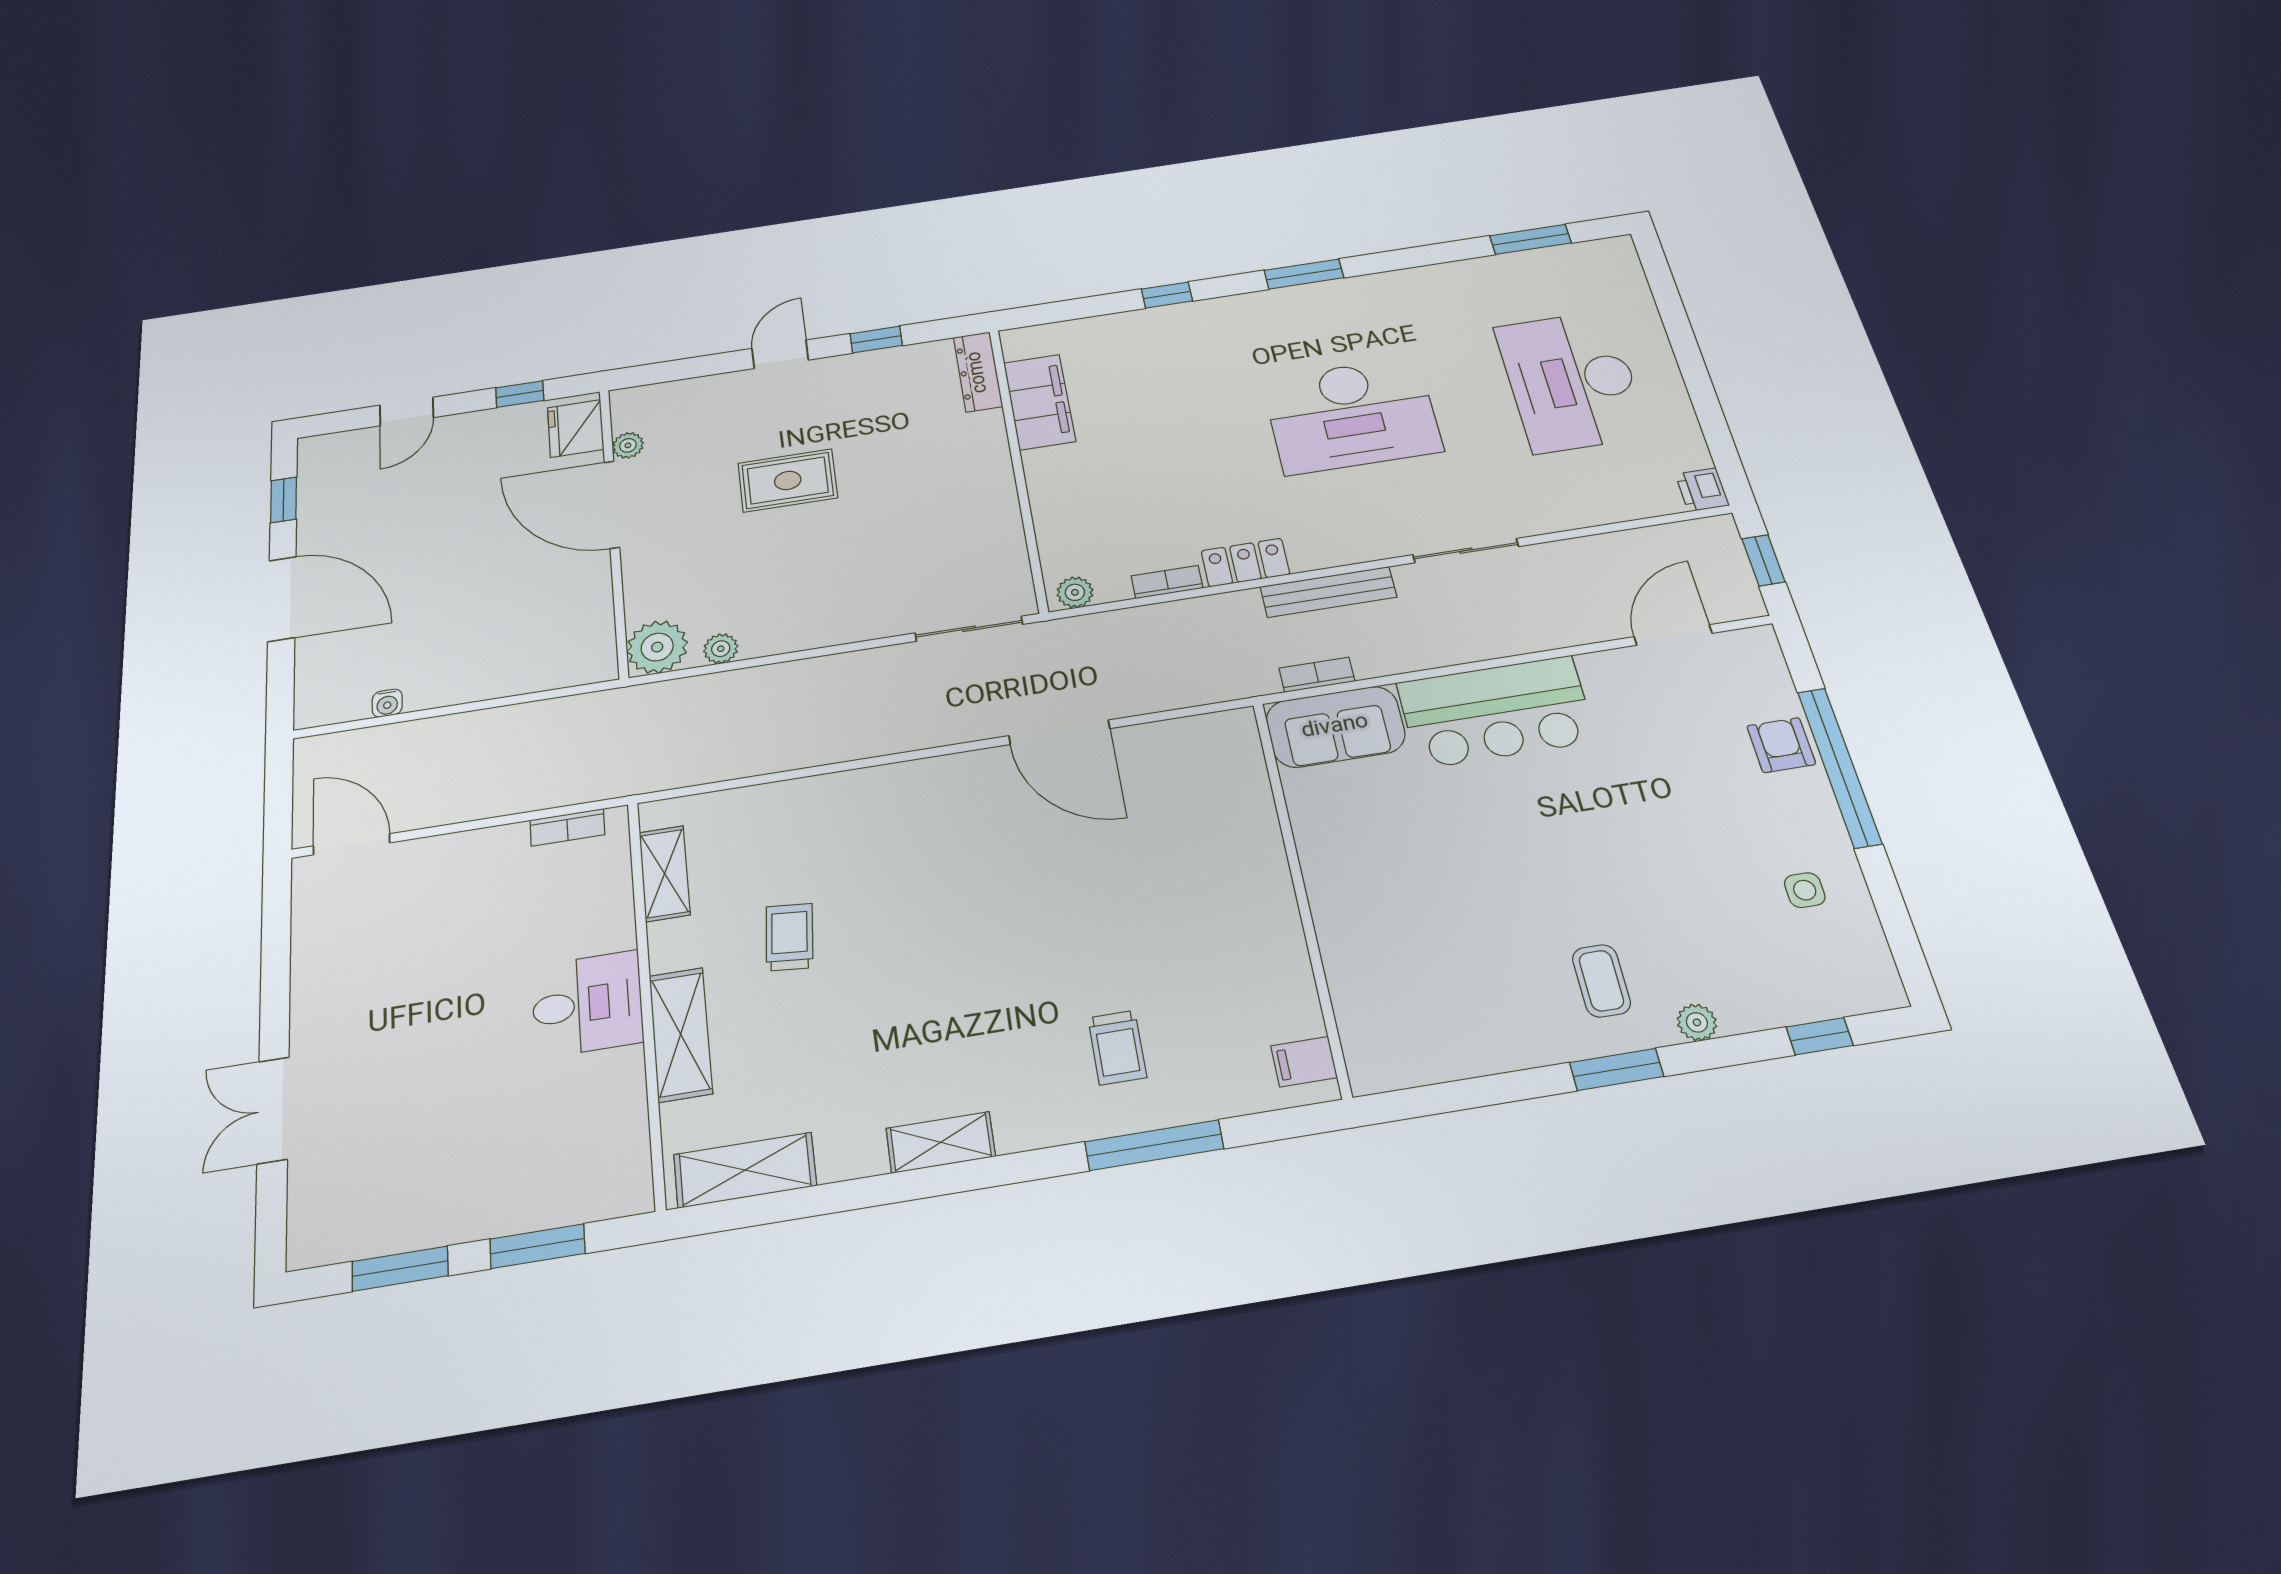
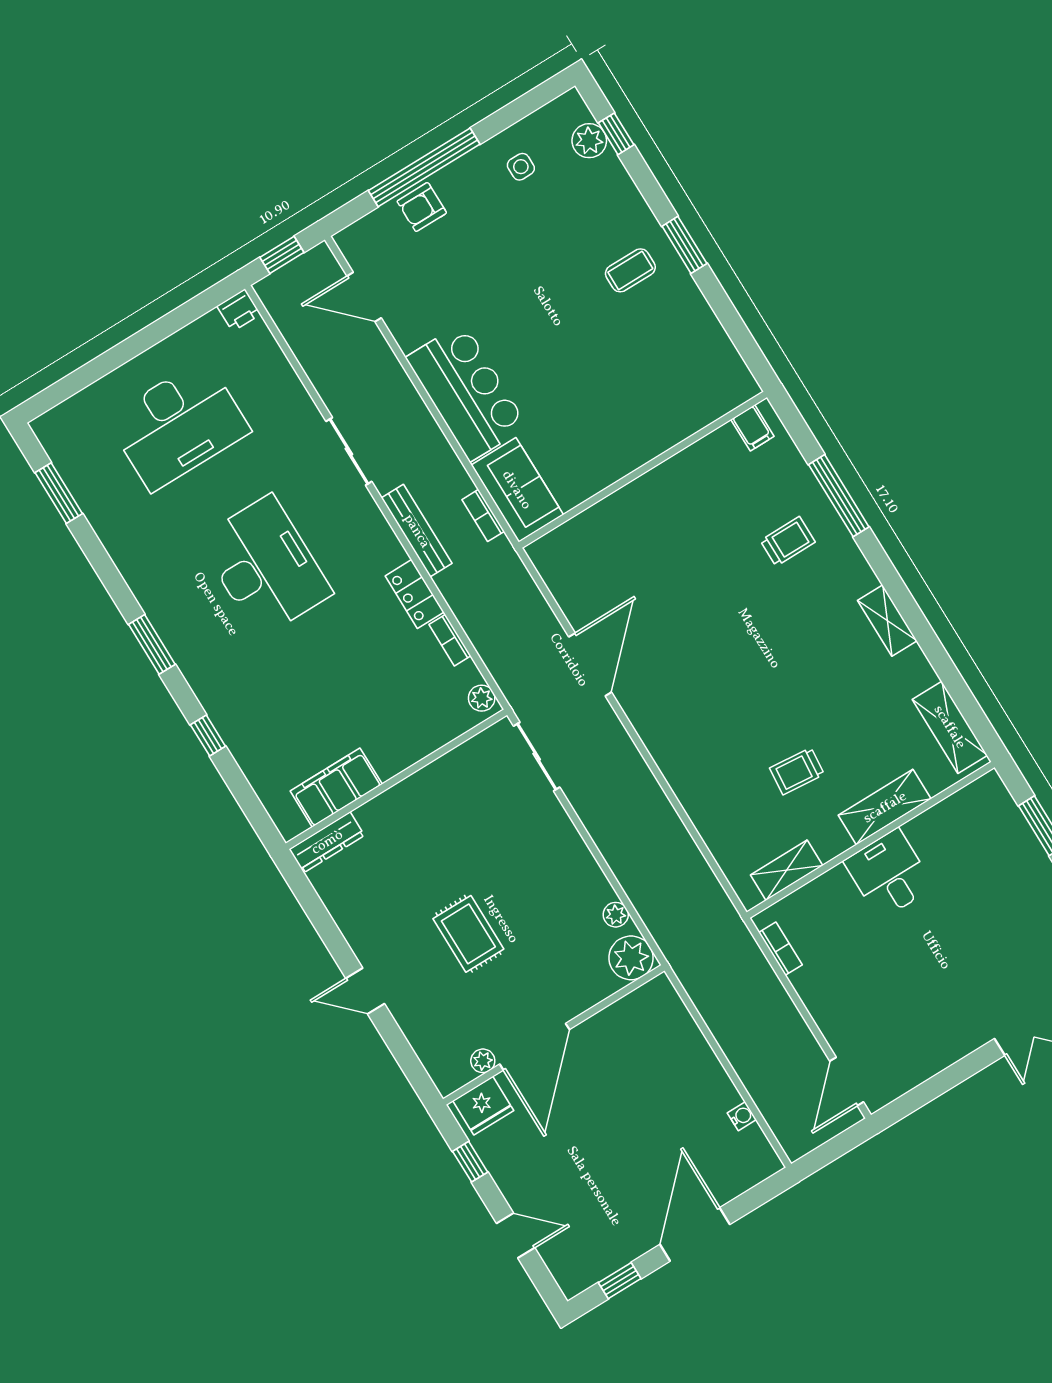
window: (876, 340) -> (326, 928), removed
plant: (1697, 1022) -> (589, 141), moved, width x1.38, depth x1.38

